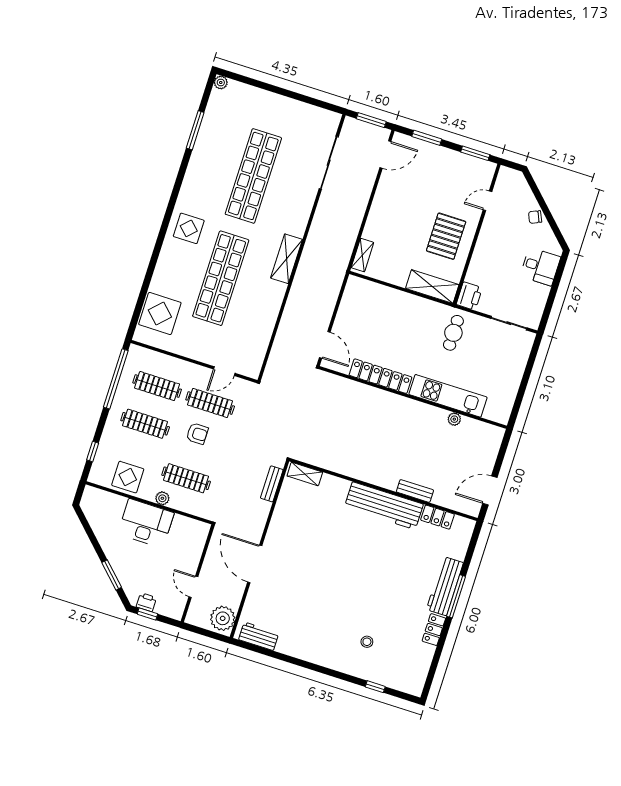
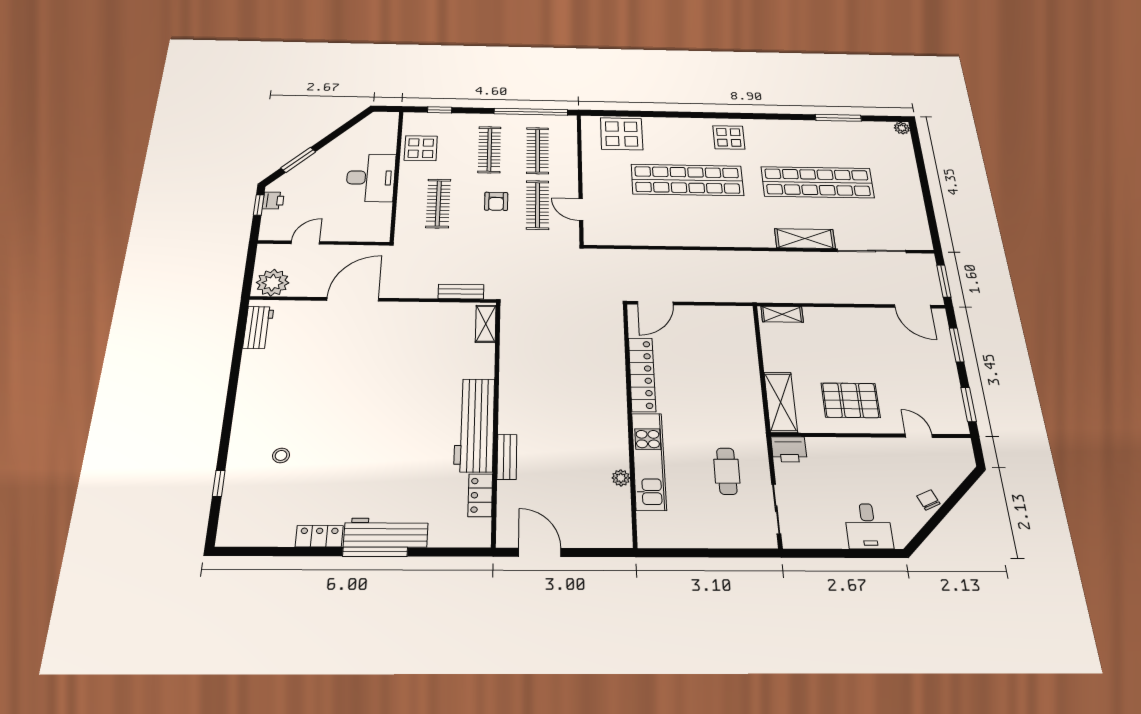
shelving: (286, 259) -> (805, 239), moved
cafe table: (453, 333) -> (727, 471), moved, turned 90
plant: (162, 498) -> (406, 186), removed

